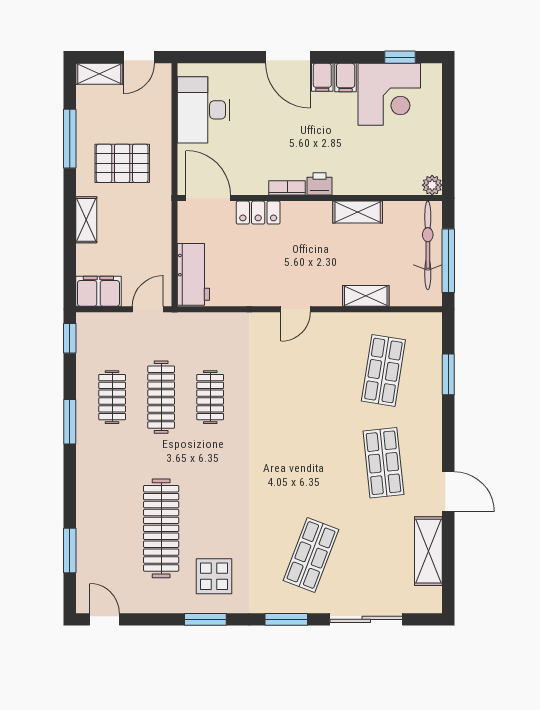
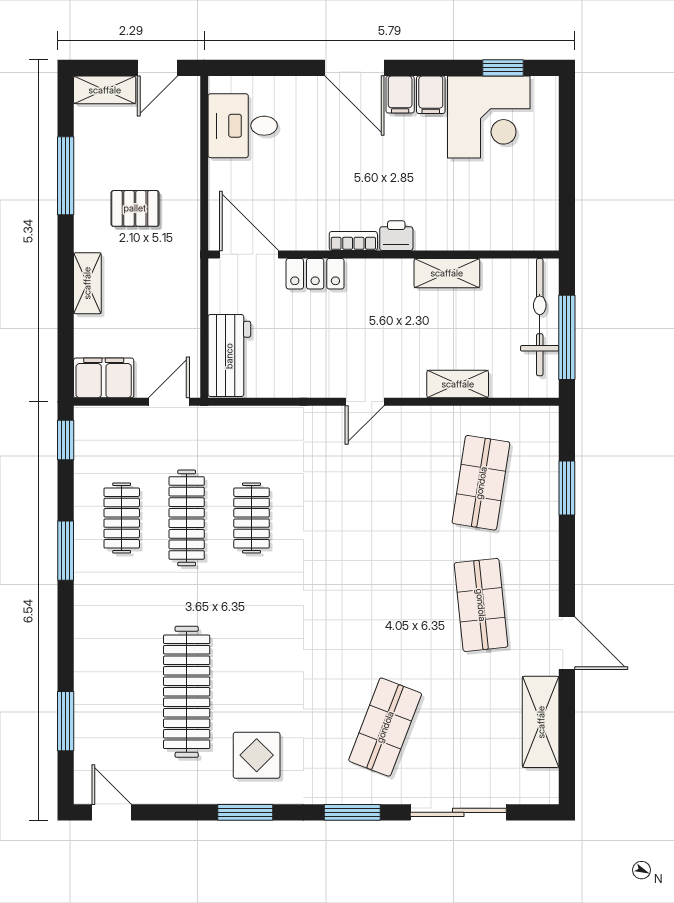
desk: (203, 110) -> (243, 126), width x0.73
pallet: (122, 163) -> (135, 208), width x0.67, depth x0.71
plant: (432, 185) -> (546, 237), removed

